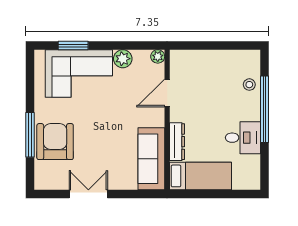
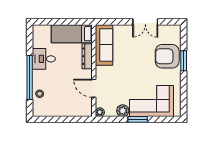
window: (73, 45) -> (138, 119), moved
door: (167, 93) -> (94, 88), swing flipped
window: (30, 135) -> (184, 61), width x0.69
armchair: (55, 142) -> (167, 56), turned 90

